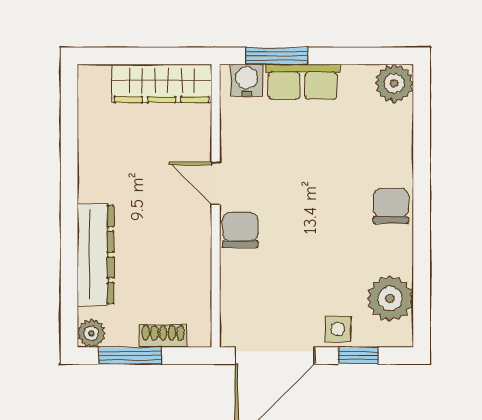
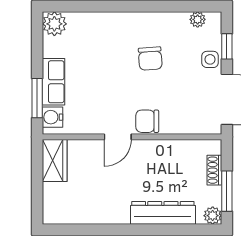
wardrobe: (162, 83) -> (55, 160), width x0.67
chair: (391, 206) -> (150, 59), moved, turned -94
plant: (390, 298) -> (198, 19), width x0.53, depth x0.53

